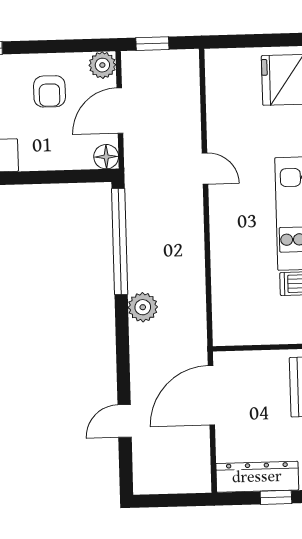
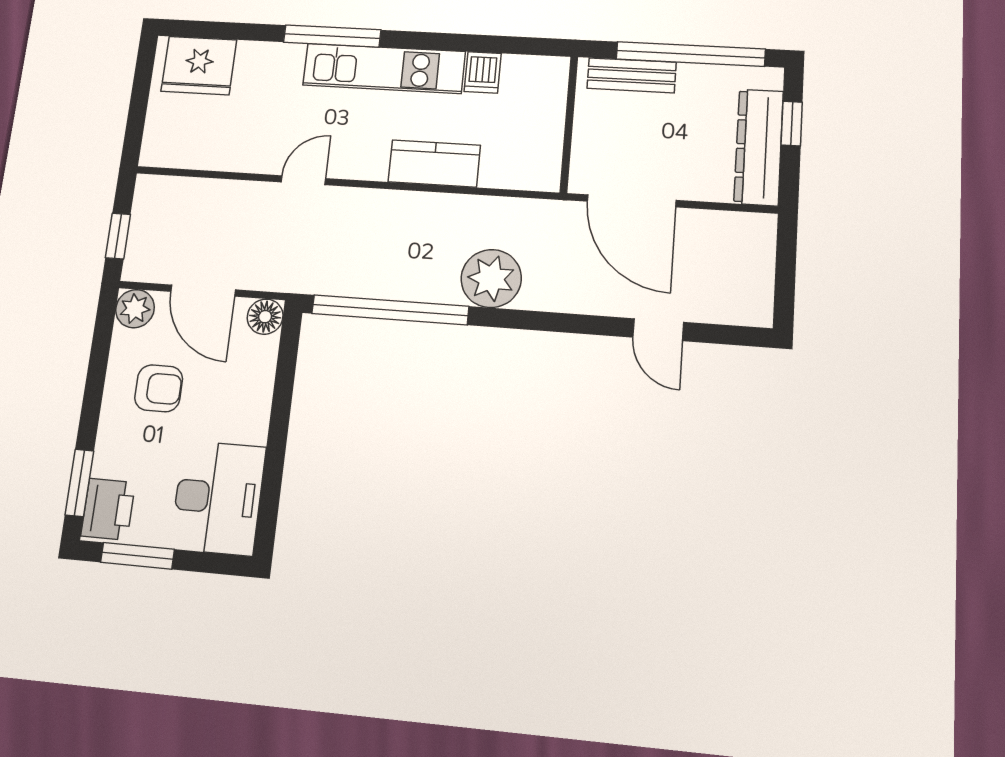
kitchen counter: (226, 258) -> (434, 163), added
plant: (143, 307) -> (491, 278), width x1.36, depth x1.36

